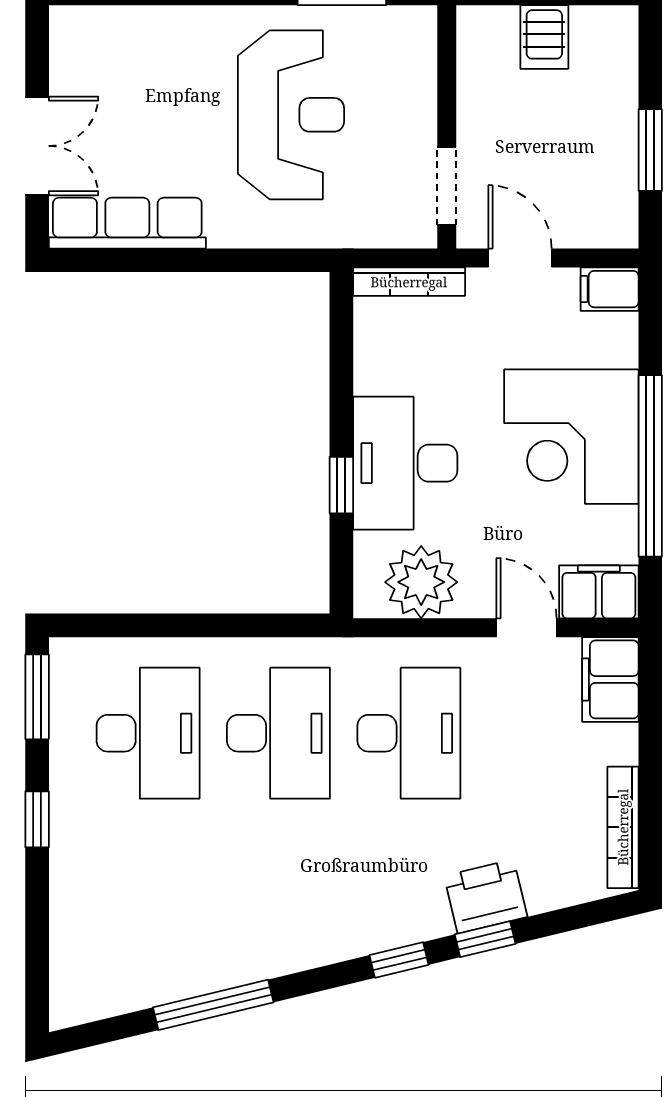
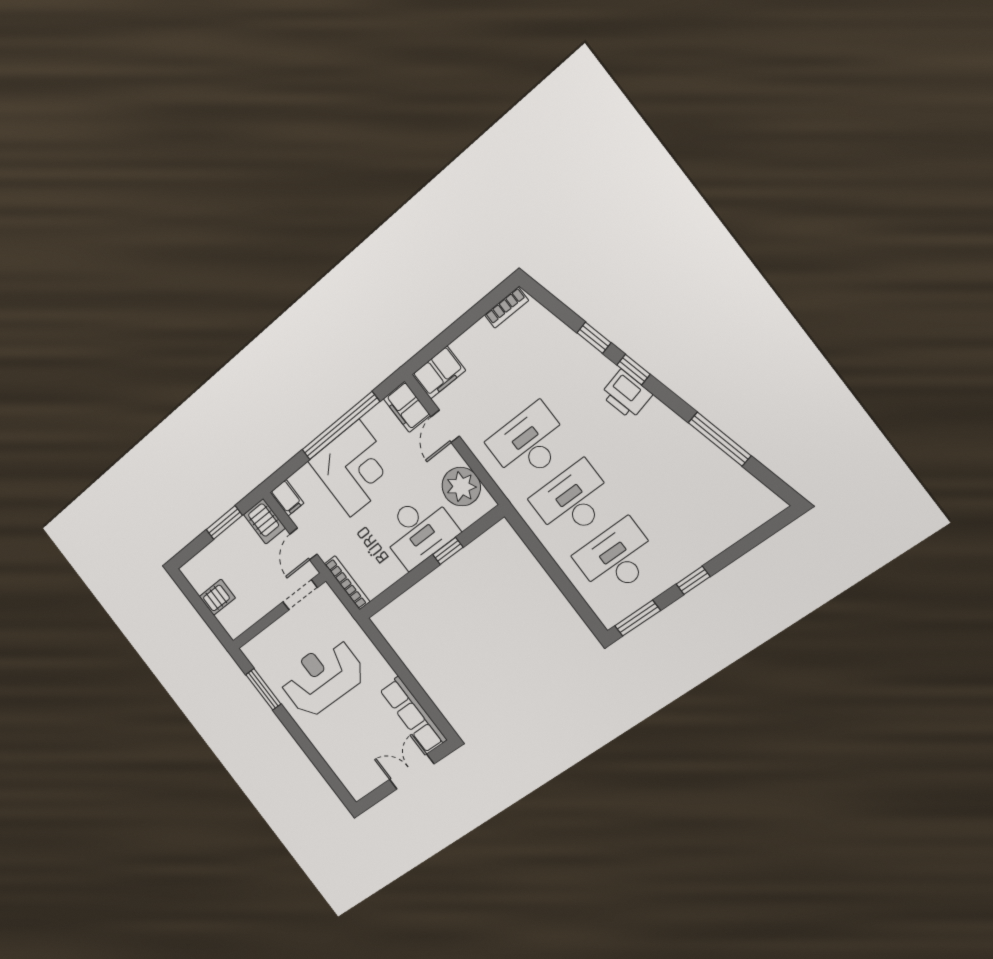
server rack: (602, 221) -> (264, 521), added
bookcase: (623, 827) -> (506, 308), width x0.64
printer: (486, 896) -> (626, 395), moved

